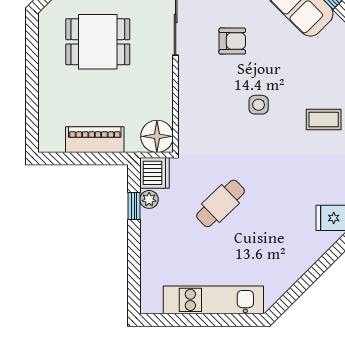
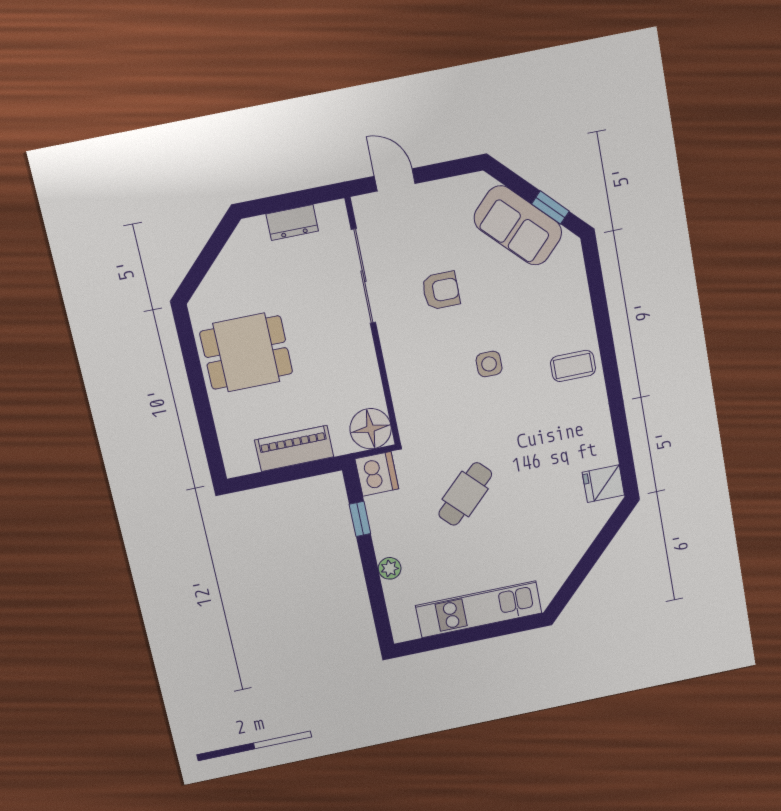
dining table: (98, 42) -> (246, 353), moved
plant: (149, 199) -> (390, 568), moved

